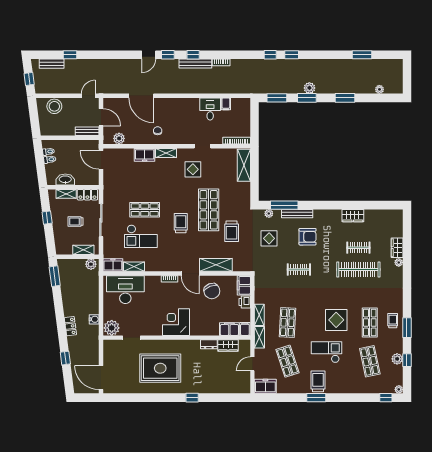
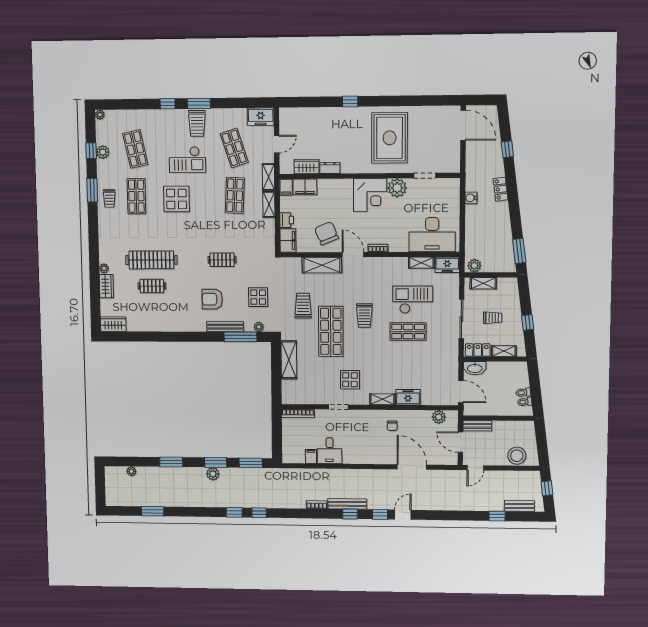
shelving: (244, 165) -> (289, 360), moved
washbasin: (65, 180) -> (475, 368), moved
wardrobe: (353, 216) -> (113, 324), moved
plant: (112, 328) -> (397, 188), moved
rug: (160, 368) -> (390, 138), turned 90
window: (386, 398) -> (168, 104), moved

